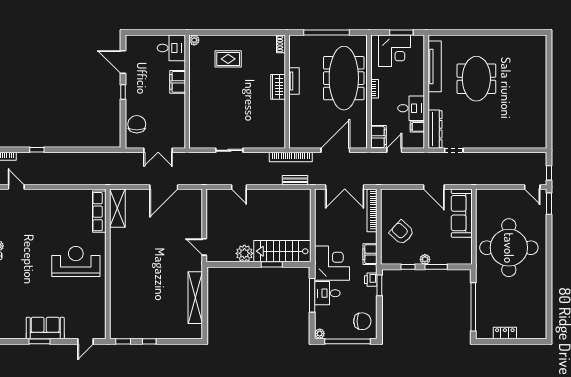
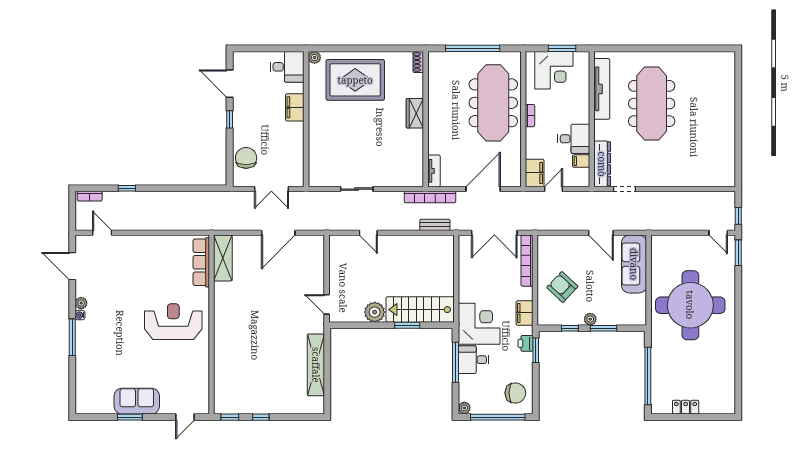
rug: (228, 59) -> (355, 80), width x1.86, depth x2.06
meeting table: (476, 79) -> (652, 104), width x1.36
tv unit: (294, 81) -> (434, 171), moved

